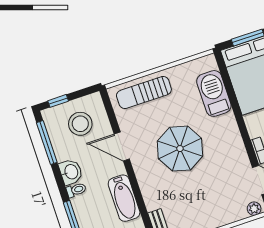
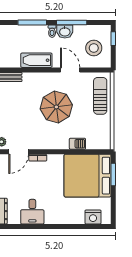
barbecue: (214, 93) -> (77, 144), width x0.53, depth x0.65
window: (47, 142) -> (72, 22), moved
door: (122, 146) -> (70, 70), hinge flipped

